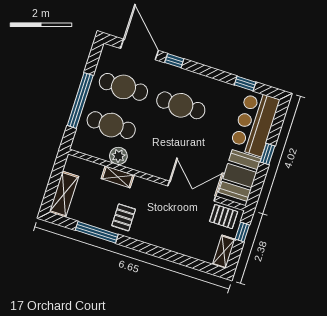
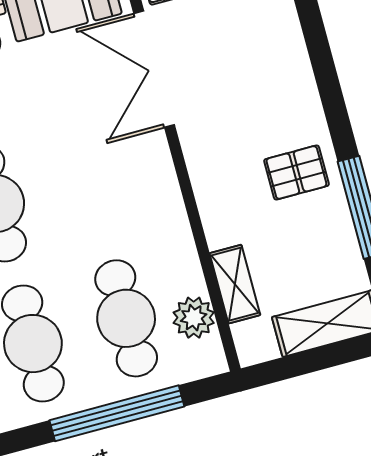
plant: (118, 156) -> (194, 318), moved
shelving: (118, 177) -> (235, 284), moved

